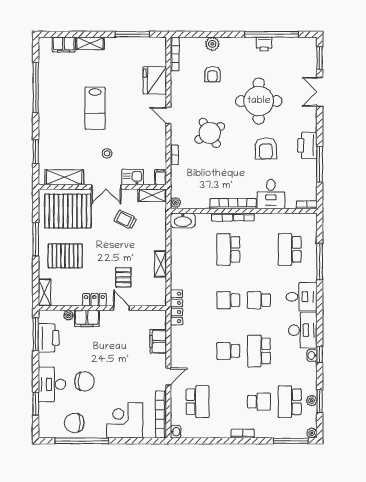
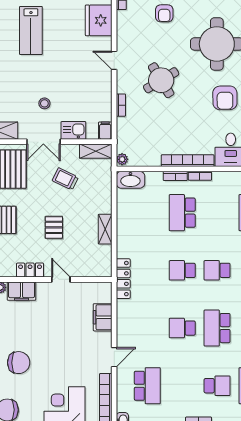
lab bench: (95, 108) -> (31, 30), moved
pallet: (123, 277) -> (54, 227), moved

